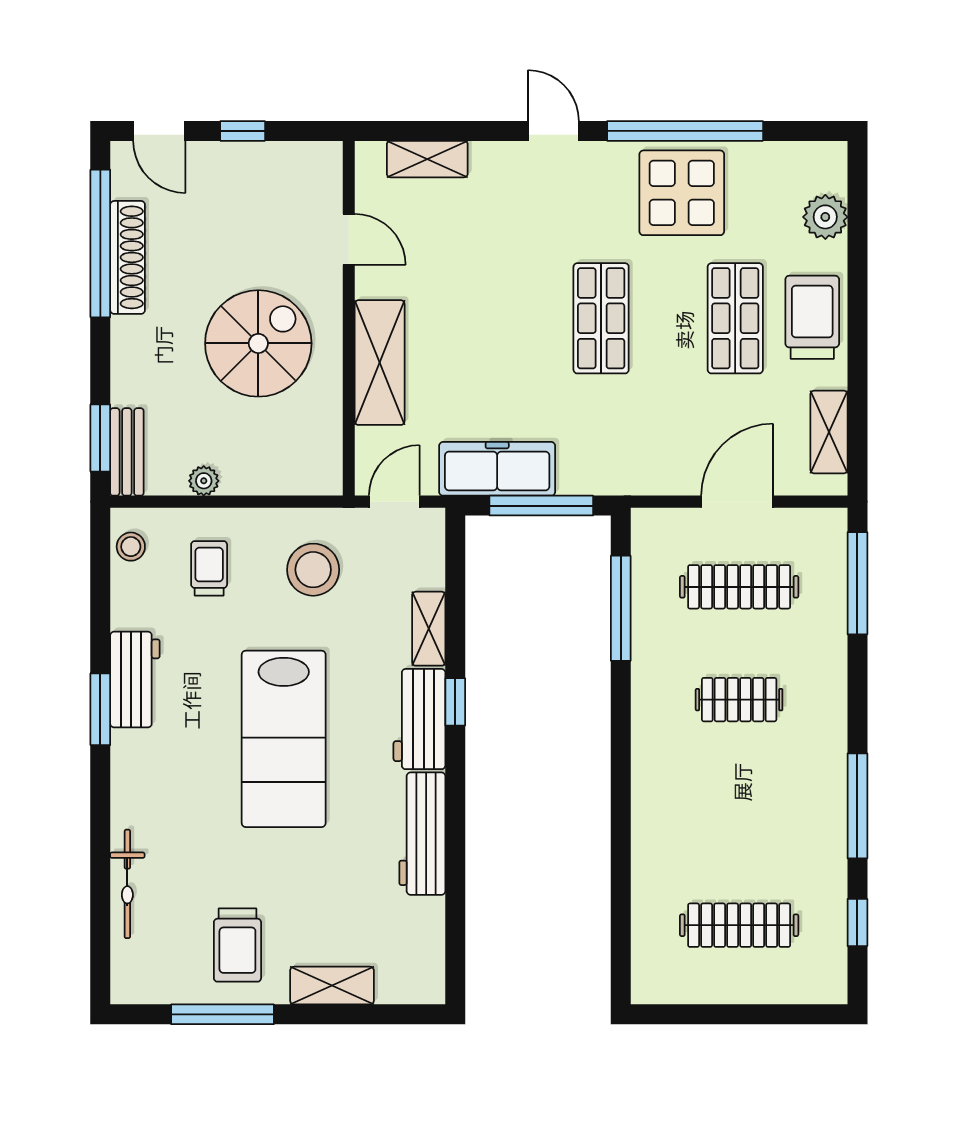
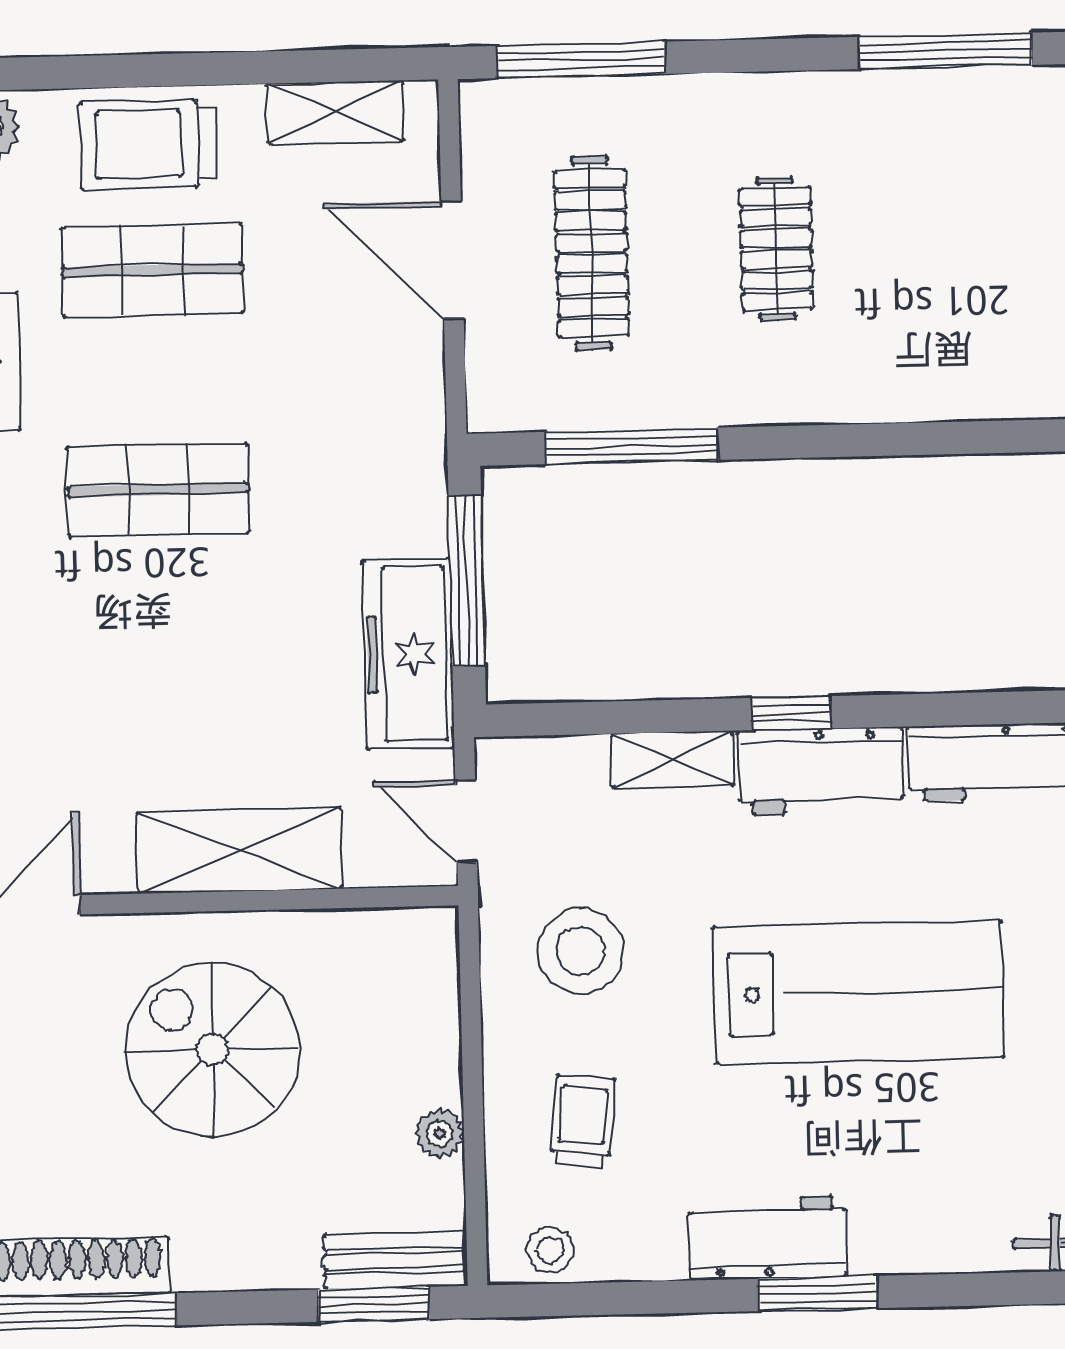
trolley: (209, 568) -> (583, 1121), turned 96

